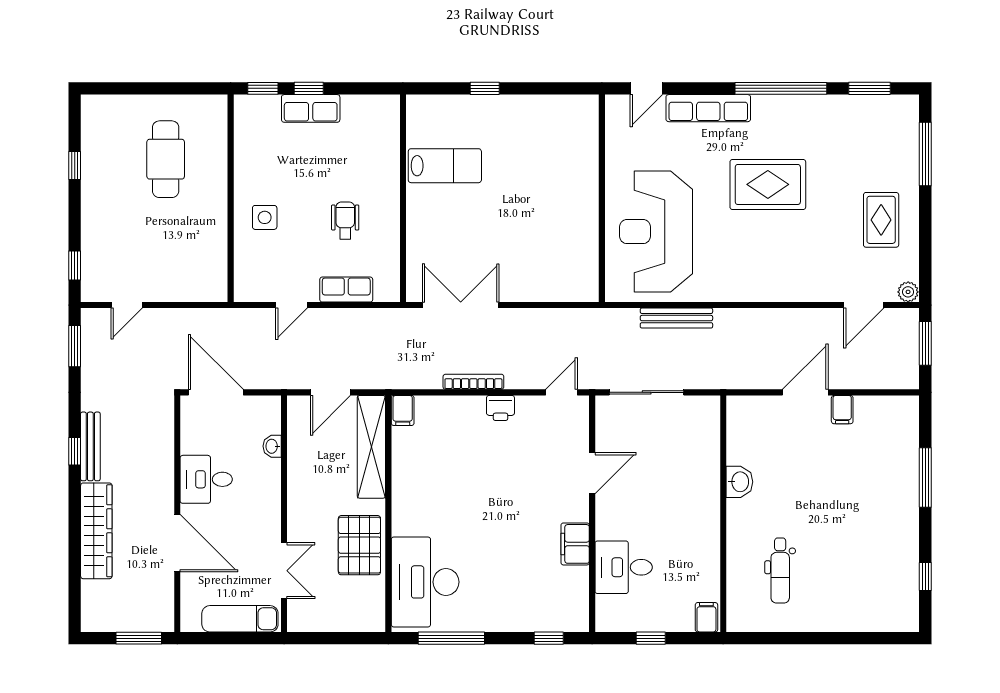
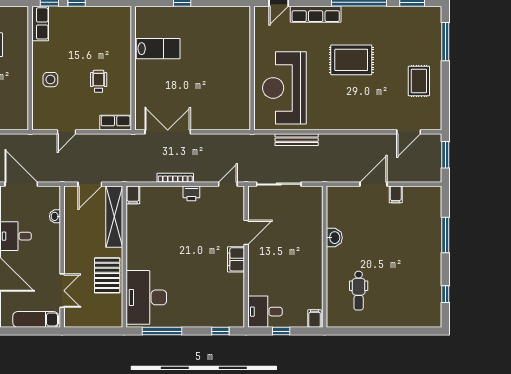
row of seats: (311, 108) -> (40, 23), moved, turned -90
row of seats: (346, 290) -> (116, 123), moved
plant: (908, 292) -> (435, 124), removed
filing cabinet: (575, 544) -> (236, 259), moved
desk: (624, 567) -> (265, 312), moved

